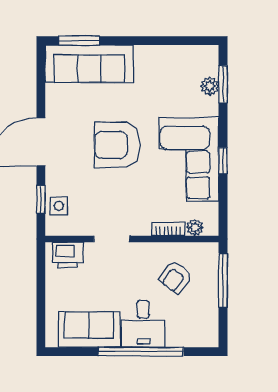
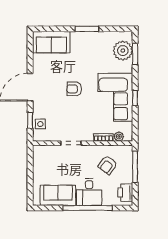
window: (79, 41) -> (87, 29), moved
sofa: (89, 64) -> (51, 42), width x0.73
plant: (210, 86) -> (123, 51), width x1.88, depth x1.88
armchair: (117, 145) -> (74, 89), width x0.53, depth x0.53
printer: (68, 255) -> (125, 193), moved, turned 90

